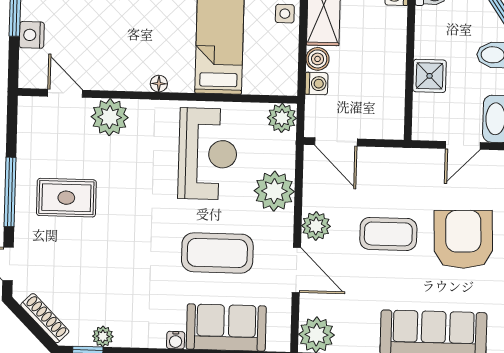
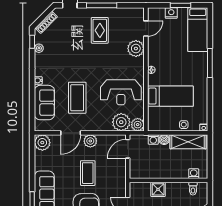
plant: (274, 191) -> (121, 122), moved

